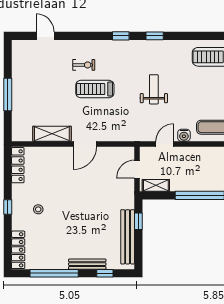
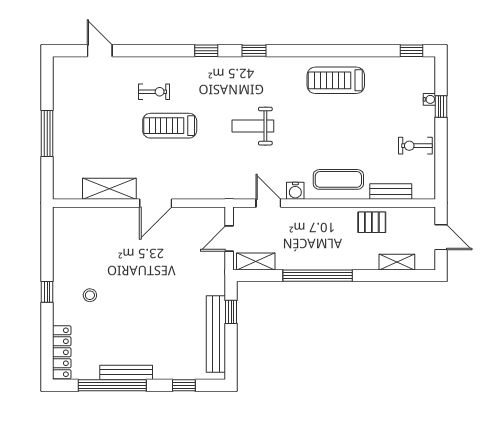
weight bench: (154, 89) -> (253, 126), turned -90
door: (165, 144) -> (268, 203), hinge flipped
locker: (18, 165) -> (61, 233), removed
bench: (87, 264) -> (126, 372), moved

